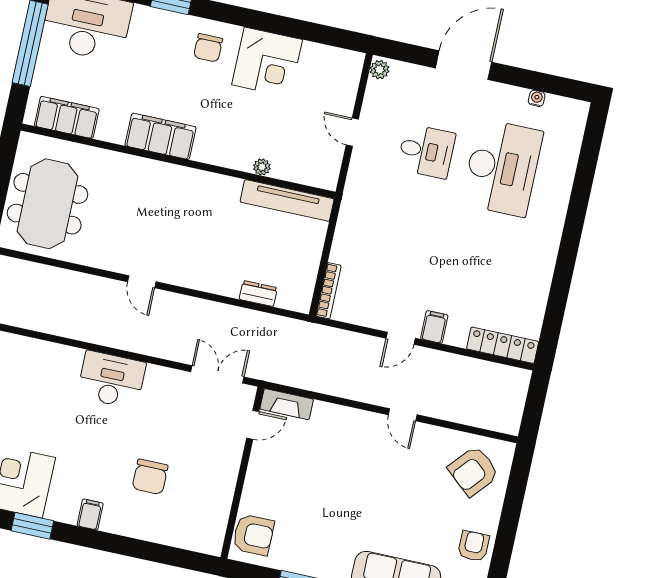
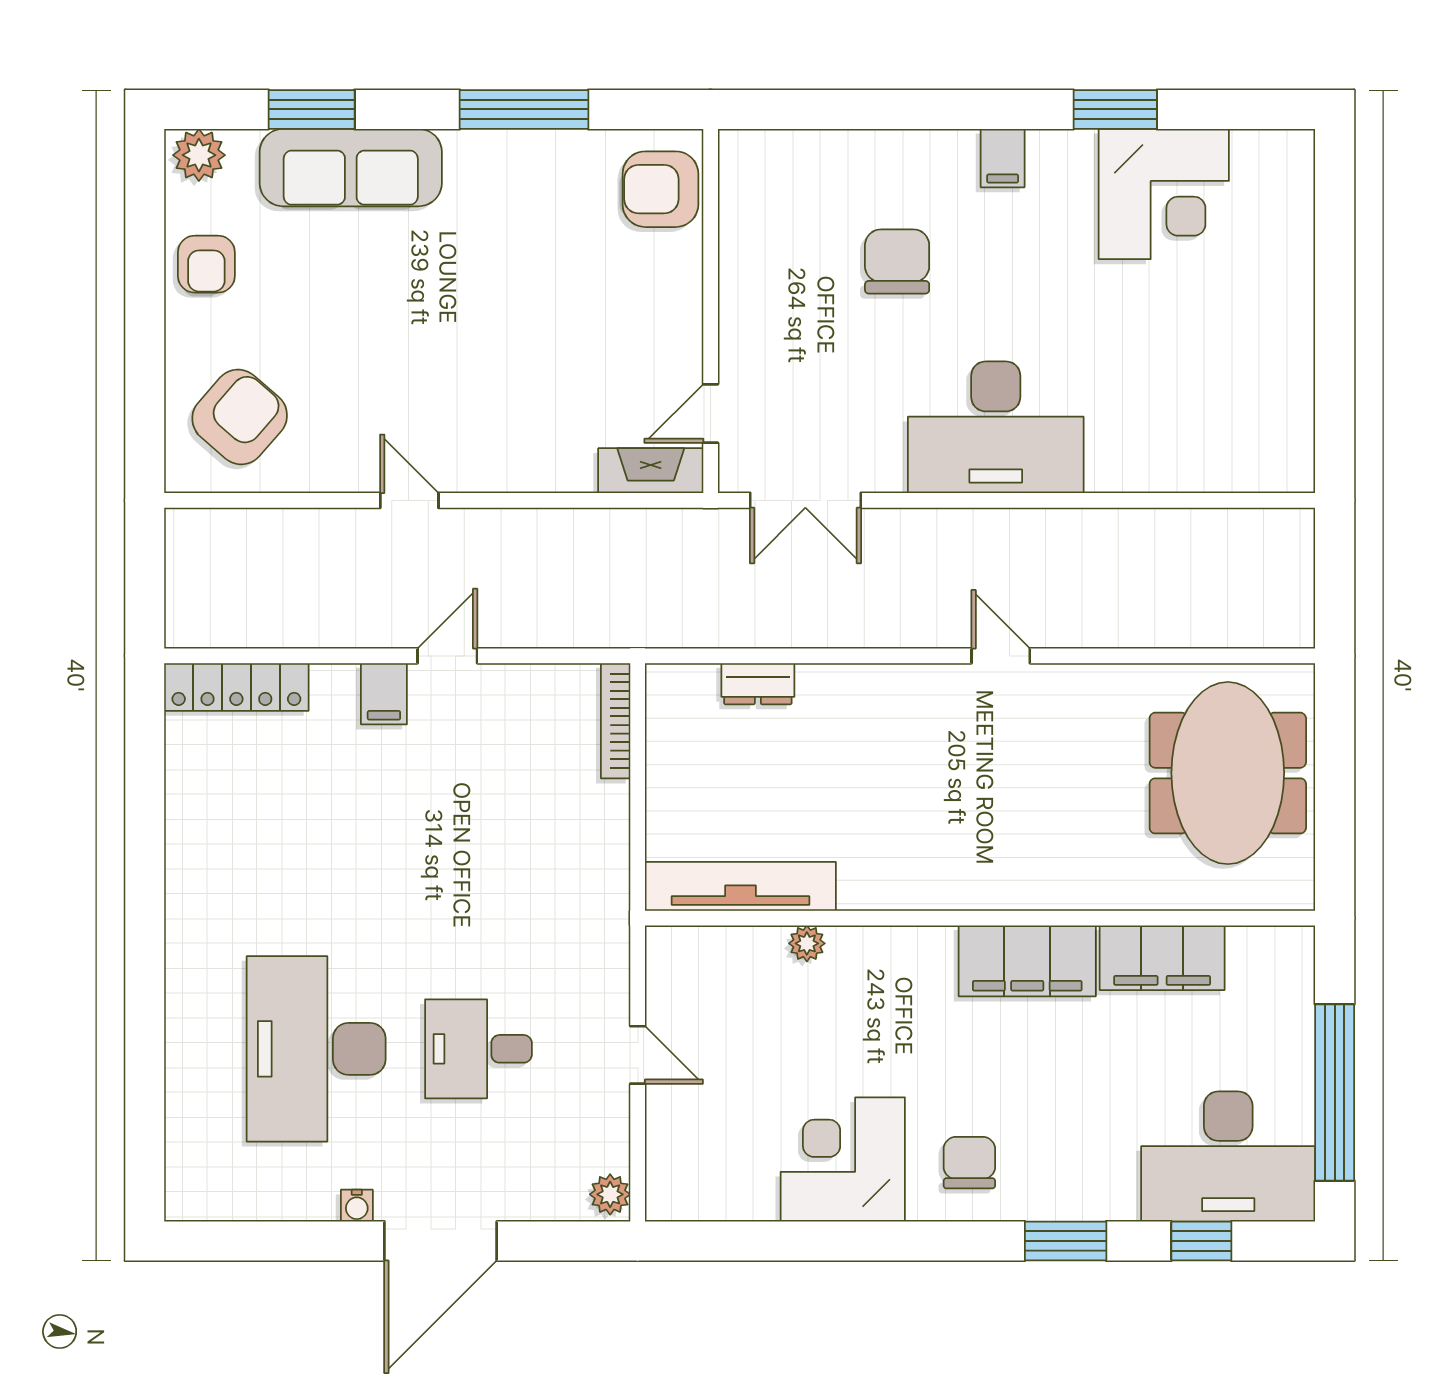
water cooler: (537, 98) -> (357, 1206), moved
filing cabinet: (67, 117) -> (1162, 958), moved
desk: (111, 380) -> (996, 427), width x1.36, depth x1.30

